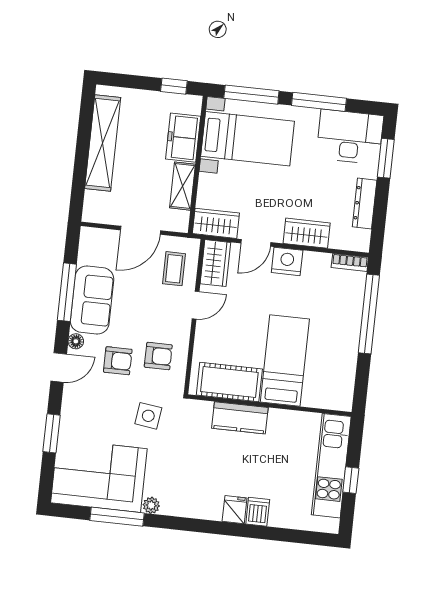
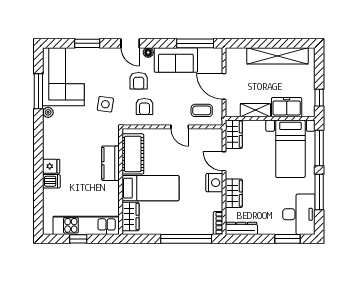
dresser: (365, 203) -> (241, 228), moved
wardrobe: (215, 263) -> (130, 217), moved, turned -90
window: (67, 292) -> (195, 43), moved

